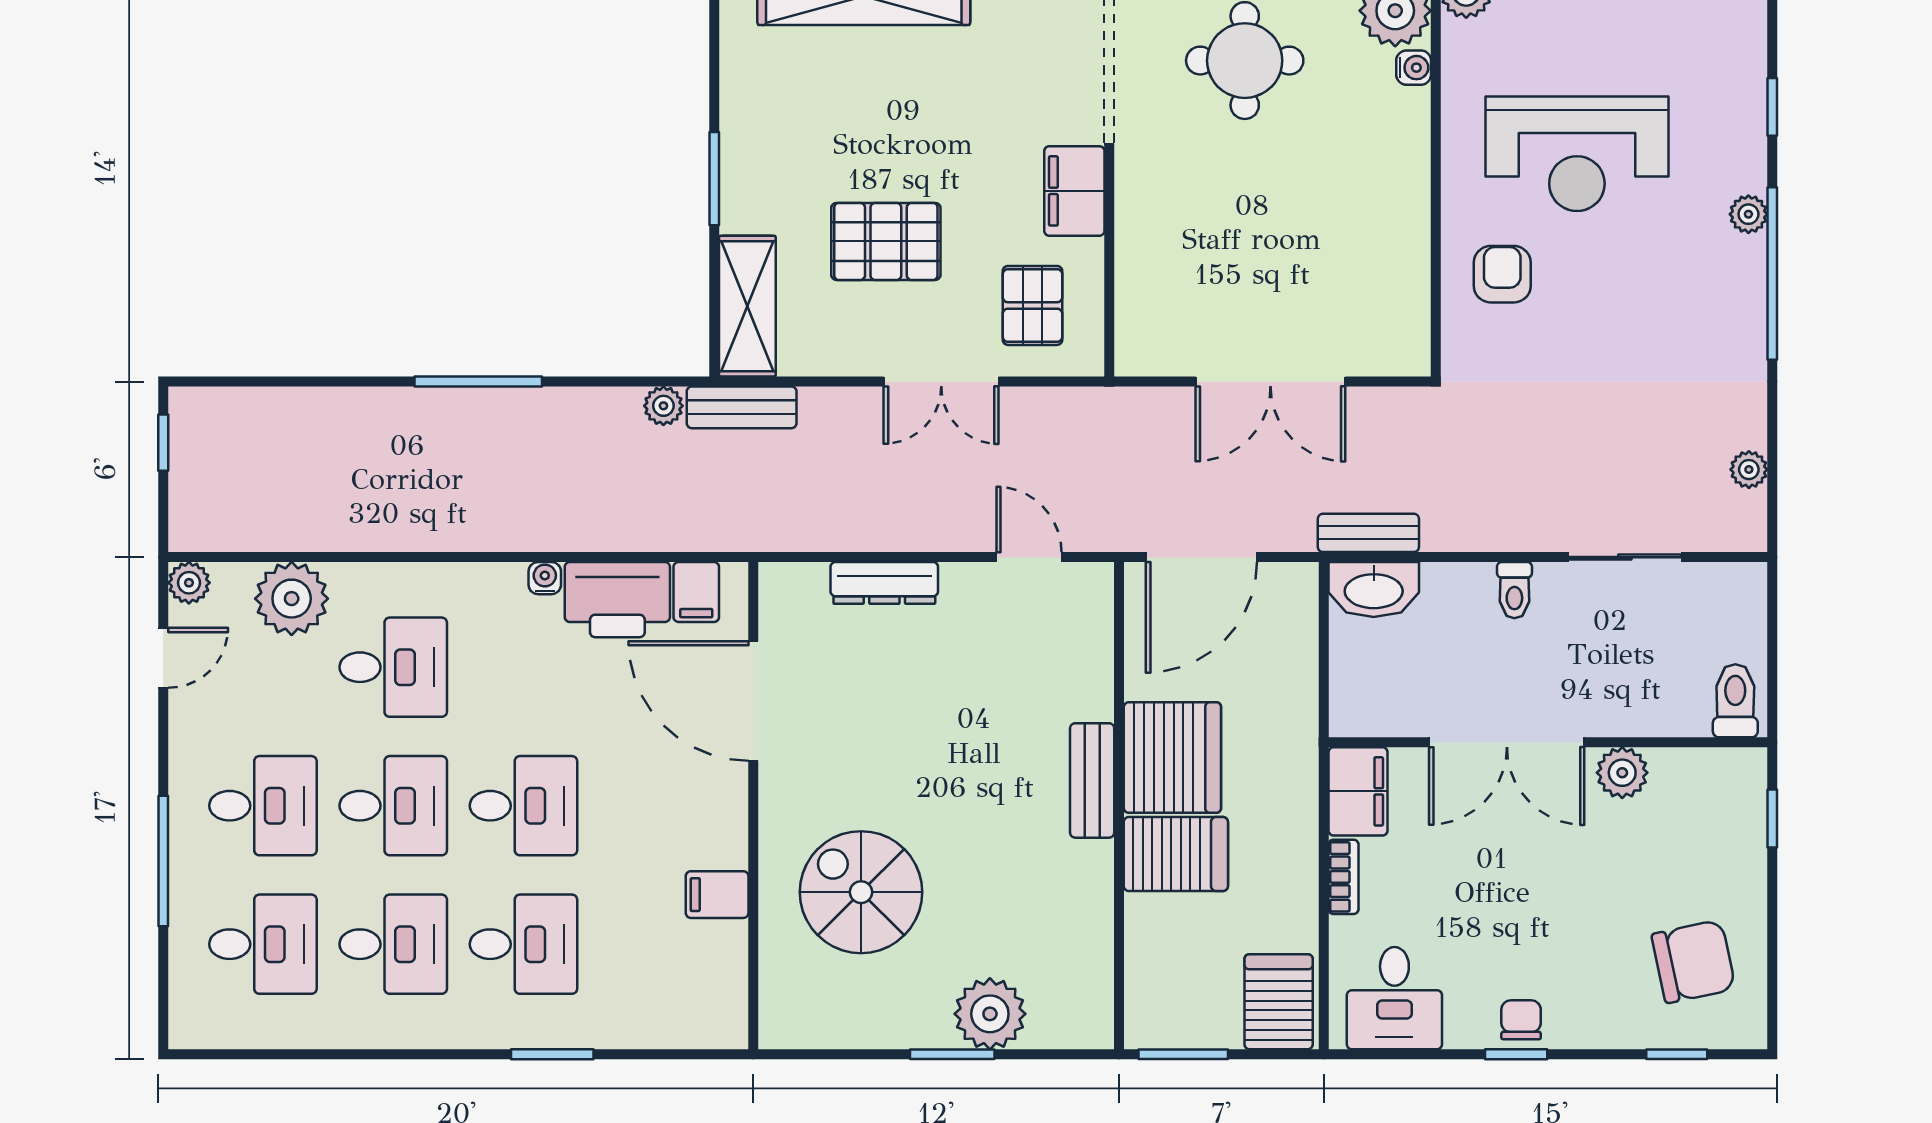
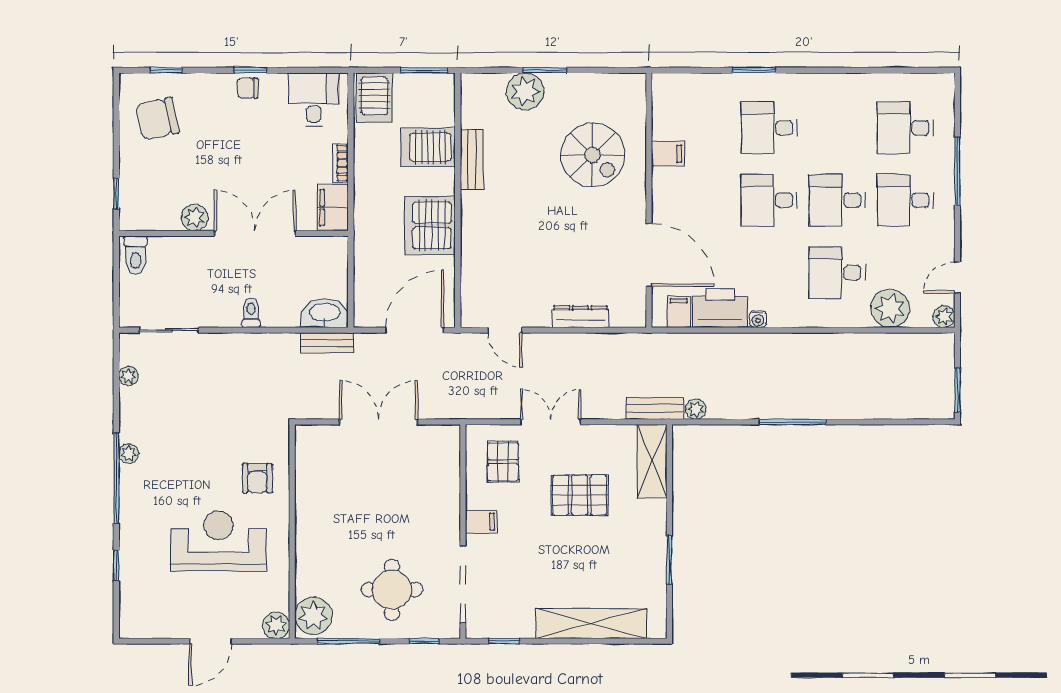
water cooler: (1414, 68) -> (304, 586), removed
window: (714, 179) -> (669, 560), moved
filing cabinet: (1074, 191) -> (481, 522), width x0.50
plant: (1748, 214) -> (129, 454), moved
window: (163, 443) -> (957, 390), width x1.50
sliding door: (1625, 557) -> (169, 330), moved
bench: (1092, 780) -> (472, 159), moved
server rack: (1176, 854) -> (428, 147), moved
desk: (393, 944) -> (837, 128), removed
chair: (1521, 1020) -> (248, 88), turned 90

